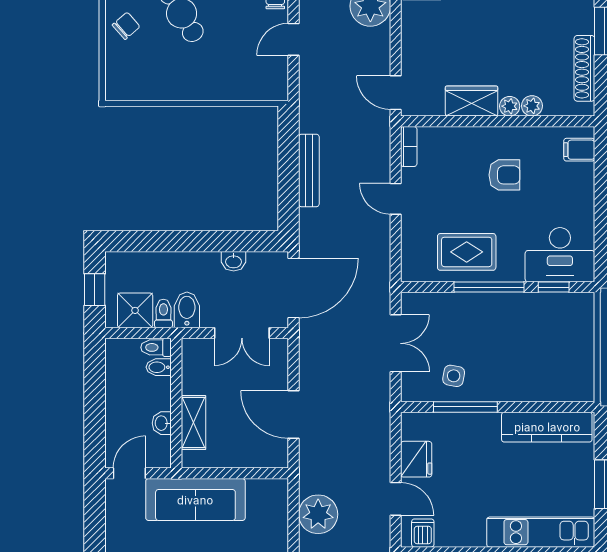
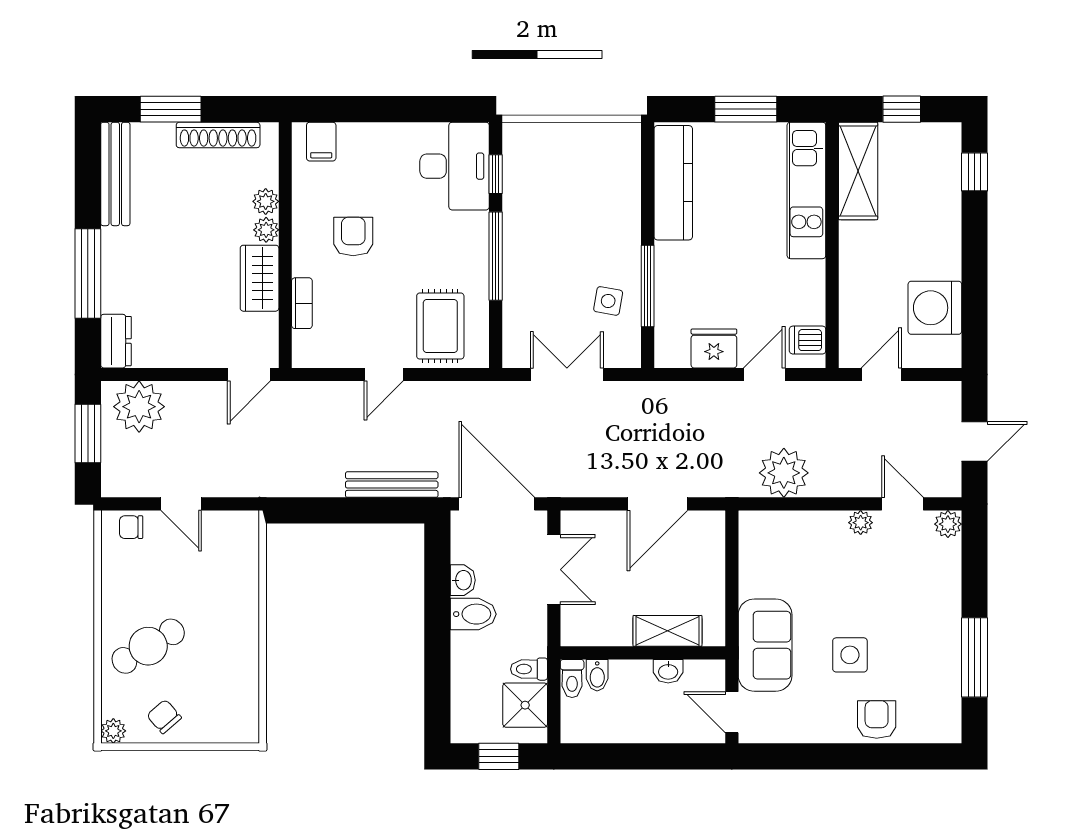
bookcase: (409, 147) -> (302, 303), moved, turned 90
bench: (309, 170) -> (392, 485), moved
rug: (467, 252) -> (440, 326), moved
bidet: (187, 310) -> (473, 614), moved, turned 180
sofa: (195, 500) -> (765, 645), width x0.73

